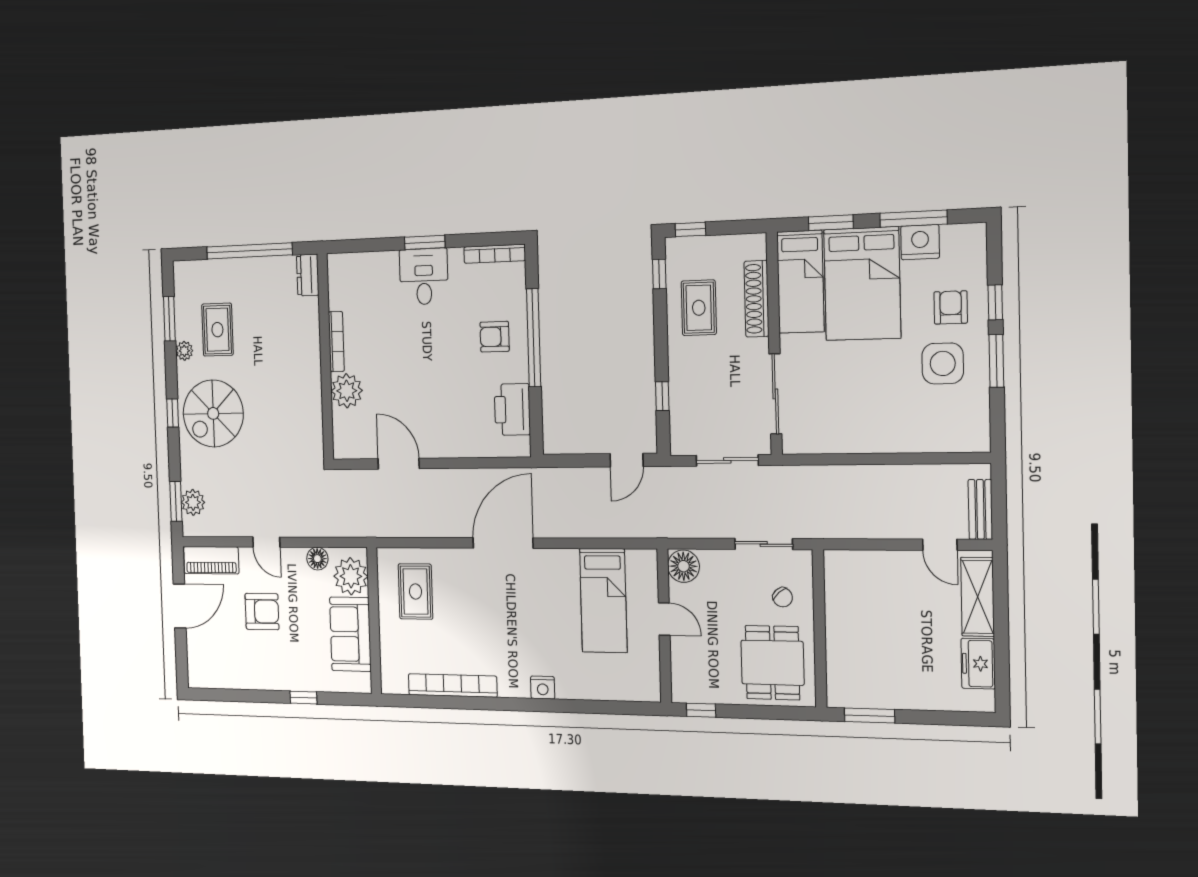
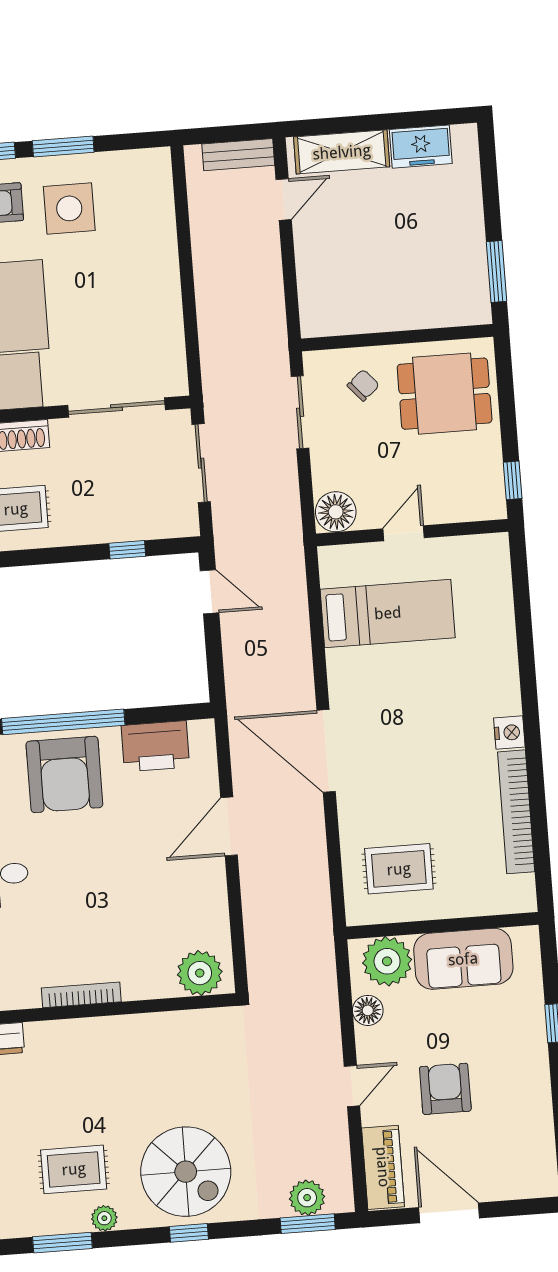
armchair: (495, 337) -> (64, 774), width x1.88, depth x1.88
plant: (347, 391) -> (200, 973), moved
door: (399, 464) -> (229, 826), moved
nightstand: (543, 688) -> (509, 732), moved

